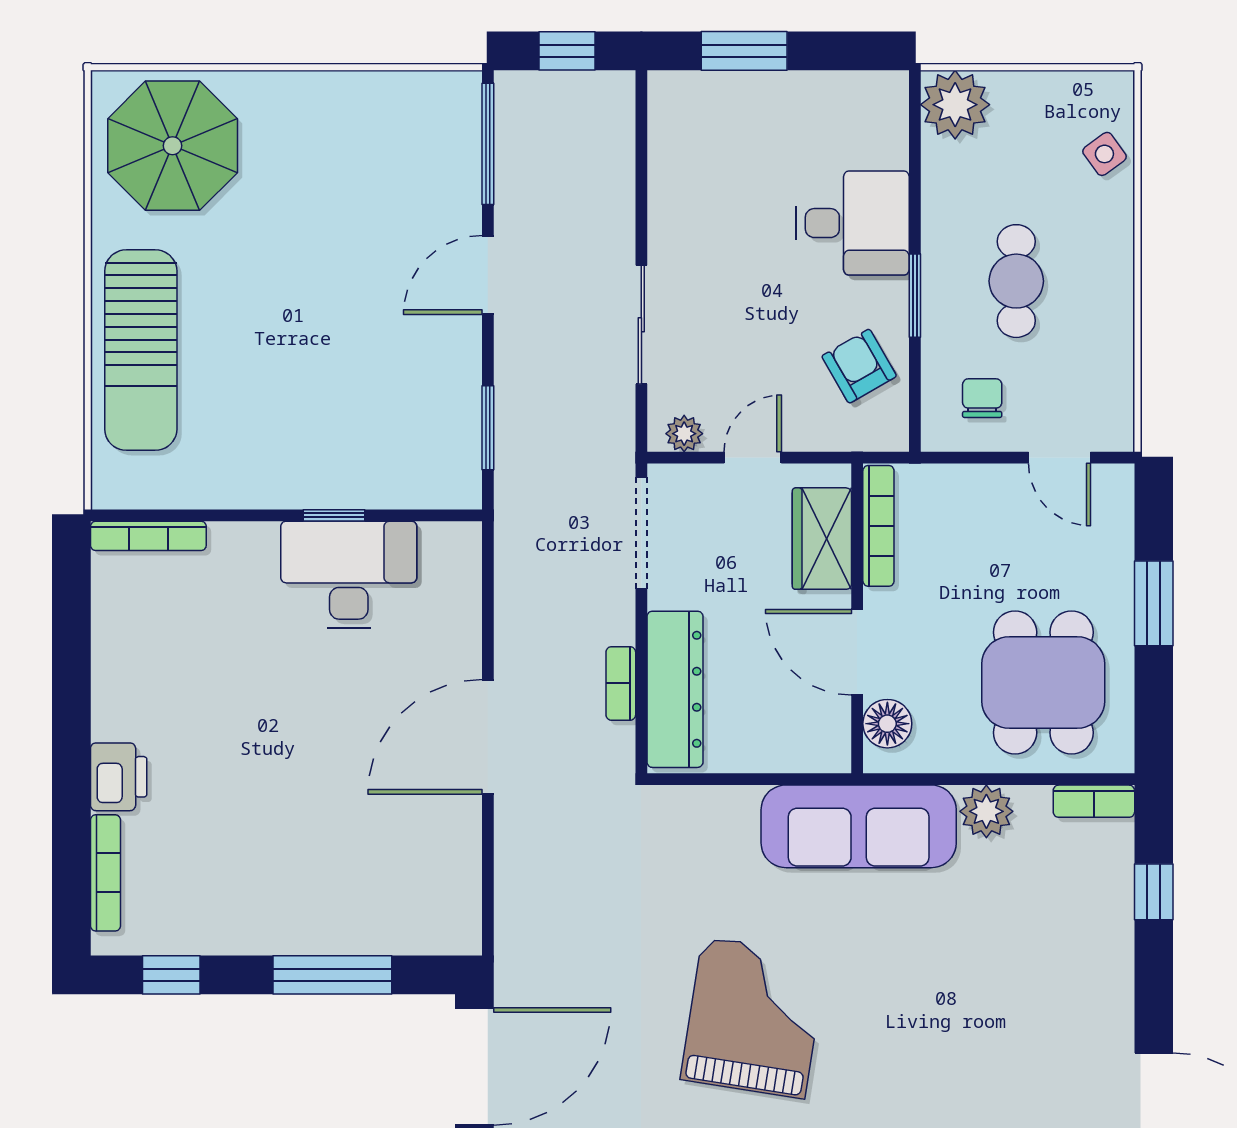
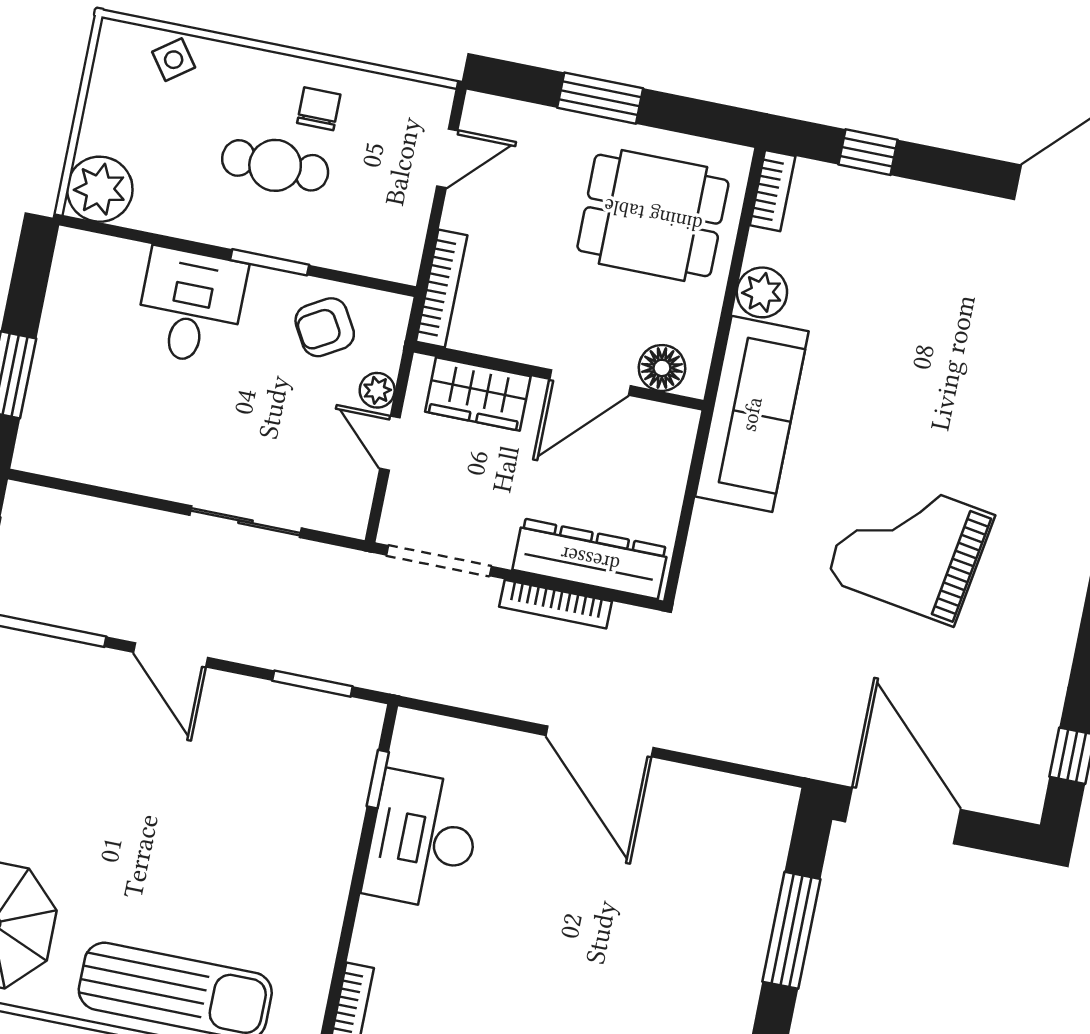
chair: (982, 398) -> (319, 109), moved, turned 90
plant: (684, 434) -> (377, 390), moved
window: (334, 515) -> (378, 779), moved
bookcase: (878, 526) -> (442, 289), moved, turned 90
bookcase: (621, 683) -> (555, 604), width x1.56

